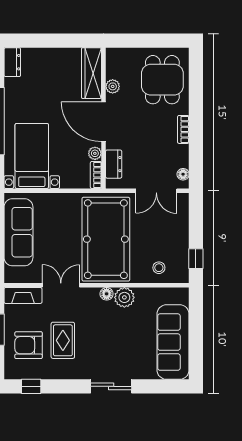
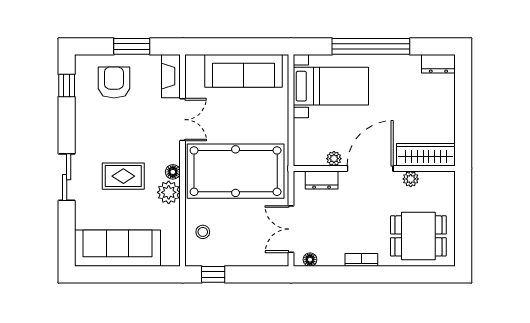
bookcase: (96, 175) -> (309, 160), removed
rug: (63, 340) -> (123, 176), moved

